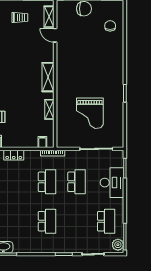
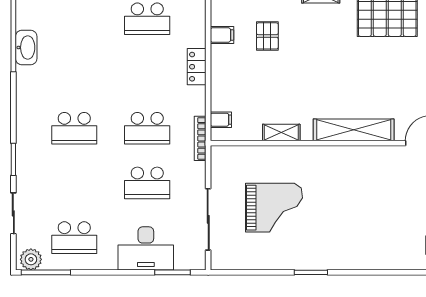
shelving: (48, 77) -> (354, 130), width x1.47
grand piano: (90, 113) -> (274, 208), turned 180

